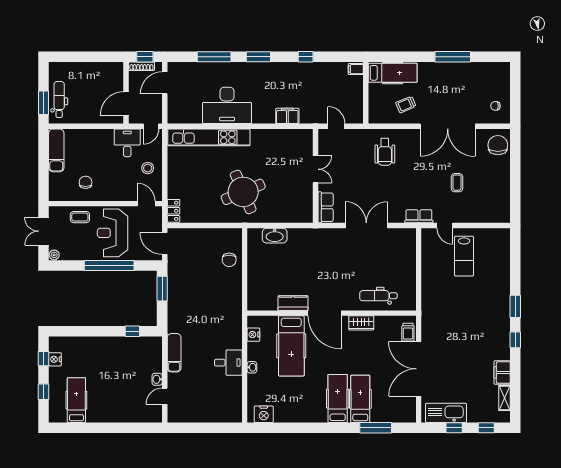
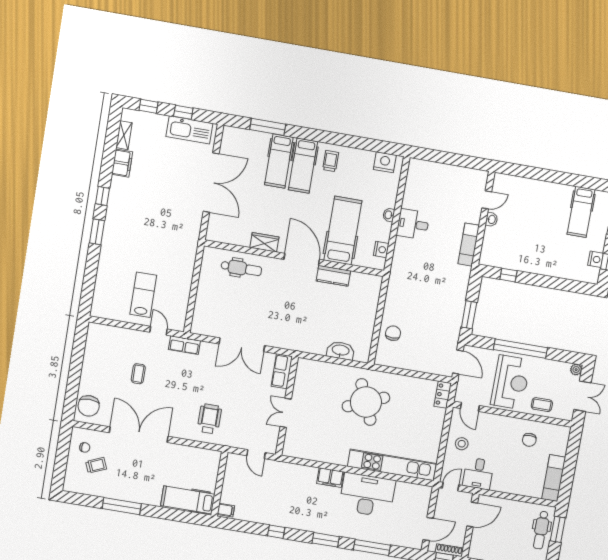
trolley: (406, 104) -> (96, 465), moved
filing cabinet: (287, 116) -> (330, 478), moved
trolley: (408, 332) -> (331, 161), moved

